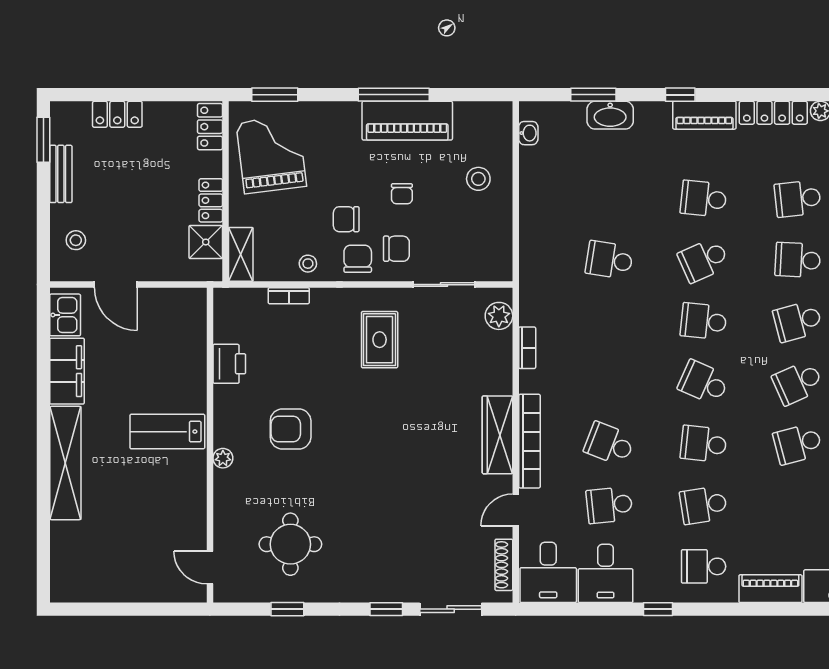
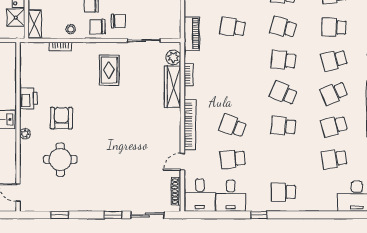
chair: (358, 259) -> (97, 27), turned -90
school desk: (704, 260) -> (283, 27), turned 39
printer: (229, 364) -> (28, 98), moved
armchair: (291, 429) -> (61, 118), turned 90
wardrobe: (497, 435) -> (173, 87), moved
school desk: (704, 505) -> (334, 159), moved
round table: (290, 544) -> (60, 159), moved
piano: (770, 589) -> (192, 34), moved, turned 90

